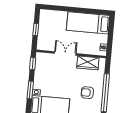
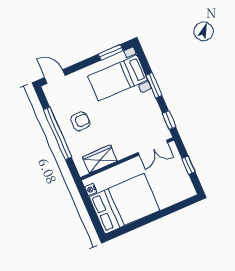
bed: (88, 23) -> (125, 204), width x1.50
double door: (65, 53) -> (153, 148), moved

